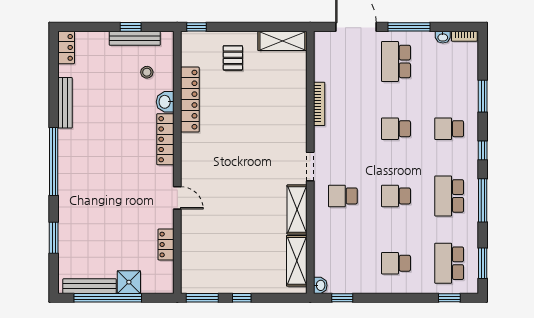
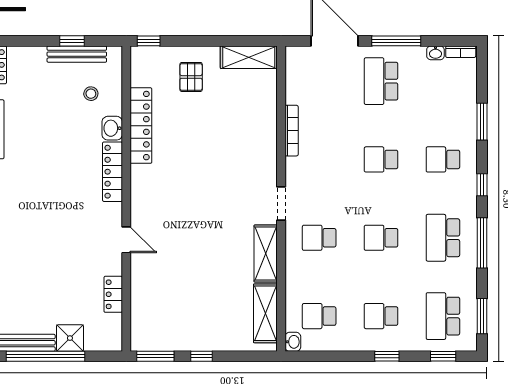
school desk: (343, 263) -> (319, 316), added
window: (342, 298) -> (387, 356), moved

